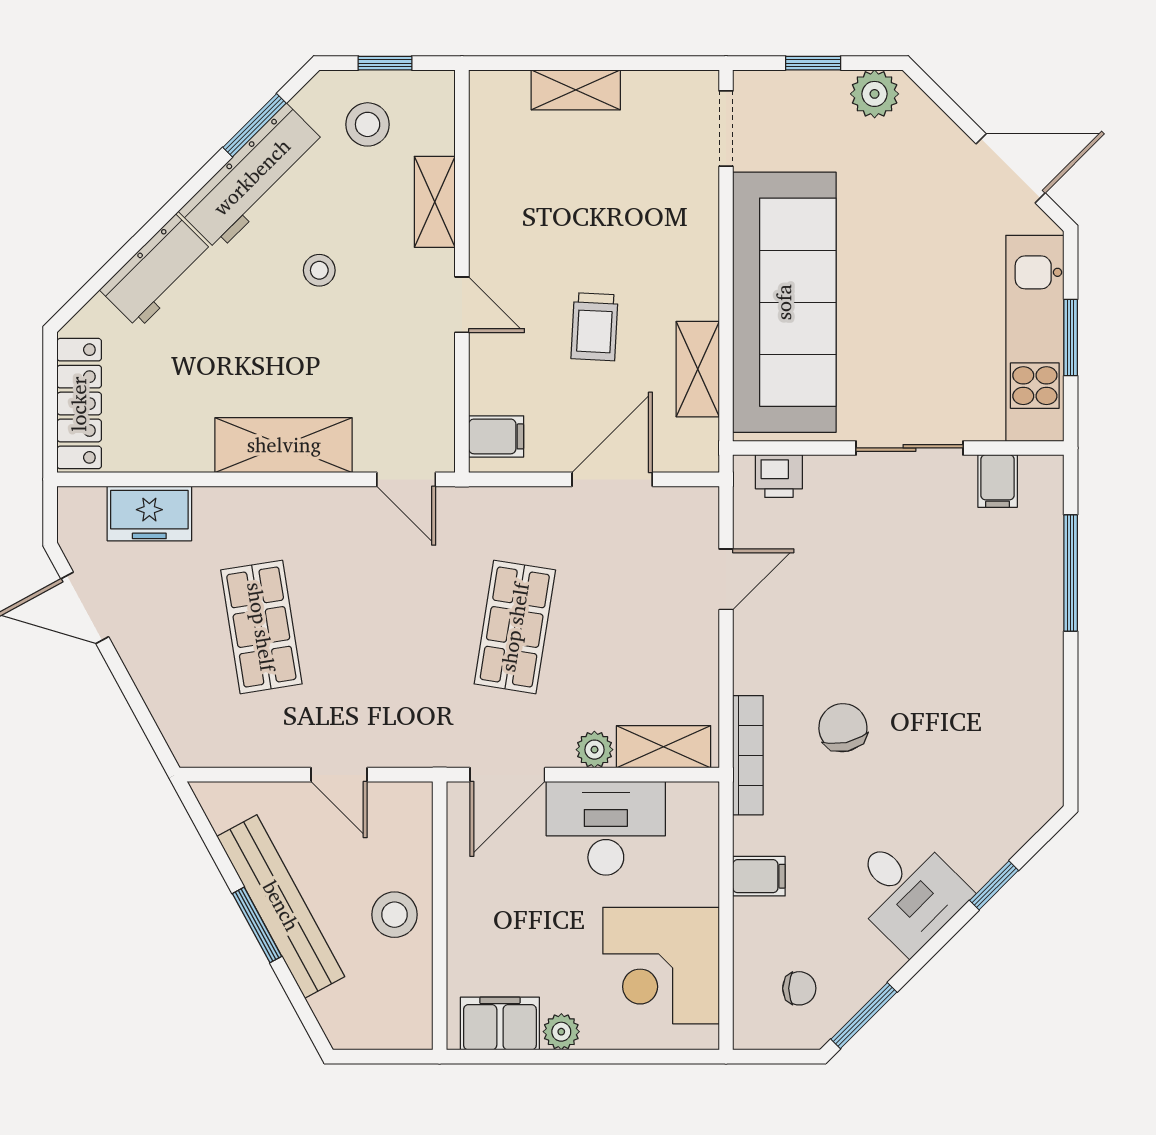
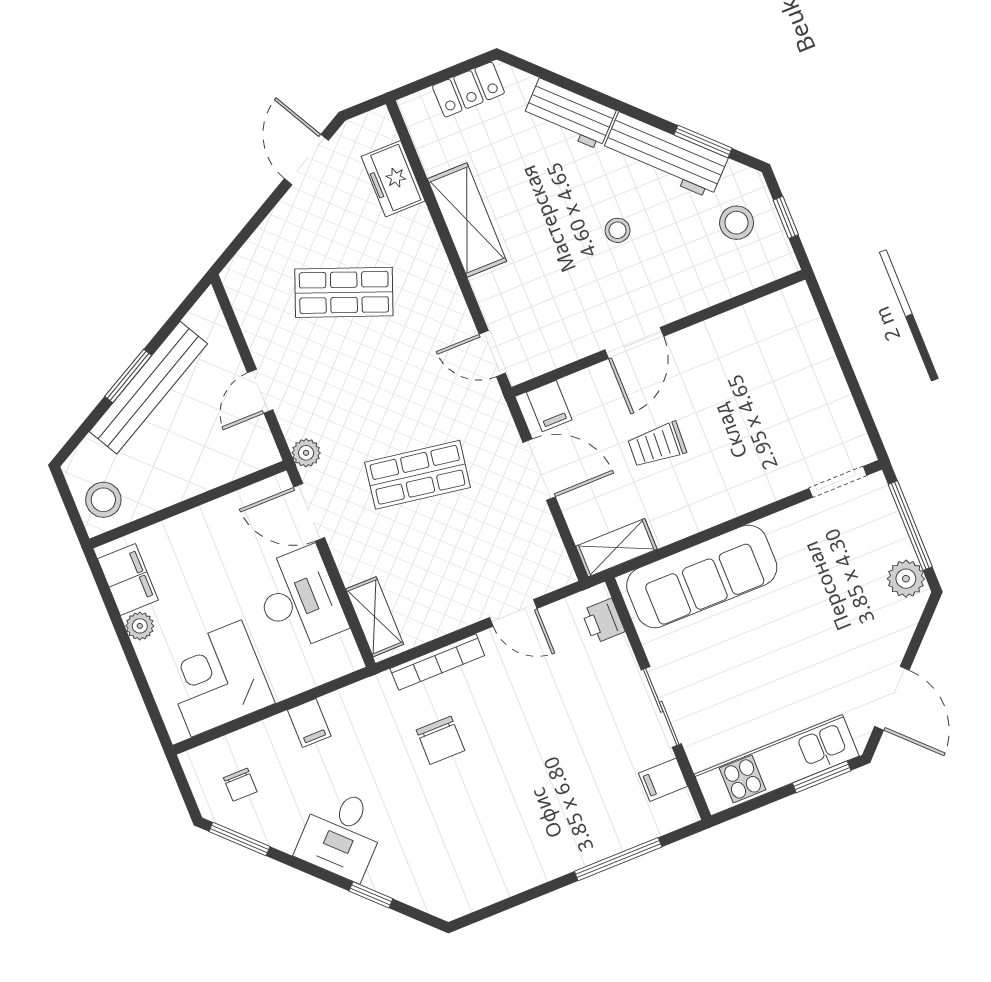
window: (813, 63) -> (910, 526), width x2.17
shelving: (576, 90) -> (822, 362), removed
shelving: (435, 202) -> (700, 294), removed
sofa: (784, 302) -> (702, 576), width x0.74, depth x0.79
door: (462, 305) -> (634, 343), width x1.38
window: (1071, 338) -> (822, 777), moved
shelving: (698, 369) -> (616, 548), moved
locker: (79, 404) -> (468, 90), width x0.66
shelving: (284, 445) -> (467, 220), moved
door: (406, 479) -> (492, 354), hinge flipped
door: (612, 479) -> (539, 470), moved
shop shelf: (261, 627) -> (344, 292), turned 30
chair: (843, 728) -> (441, 740), turned 102
plant: (594, 750) -> (306, 453), moved
bookcase: (748, 755) -> (437, 662), moved
stool: (395, 915) -> (103, 500), moved

